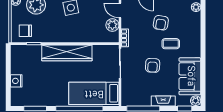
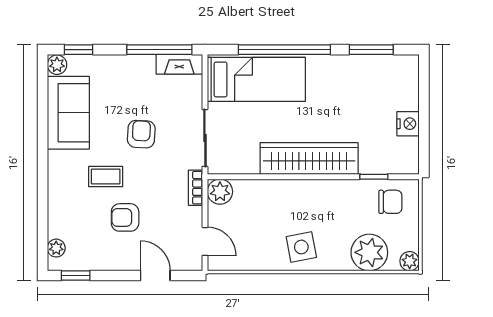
armchair: (161, 23) -> (125, 217), turned -99
plant: (112, 25) -> (220, 192), moved
nightstand: (16, 81) -> (408, 124), moved
fireplace: (163, 101) -> (179, 64), moved

